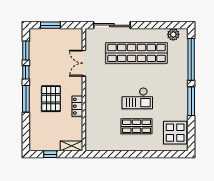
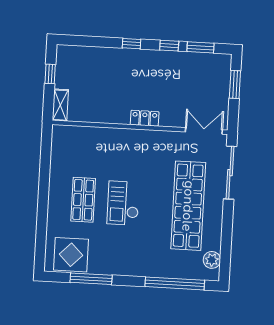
double door: (84, 63) -> (204, 131), moved
window: (26, 99) -> (132, 44), width x0.46
pallet: (51, 99) -> (130, 79), removed
window: (191, 101) -> (91, 279), moved
locker: (77, 106) -> (145, 118), moved

